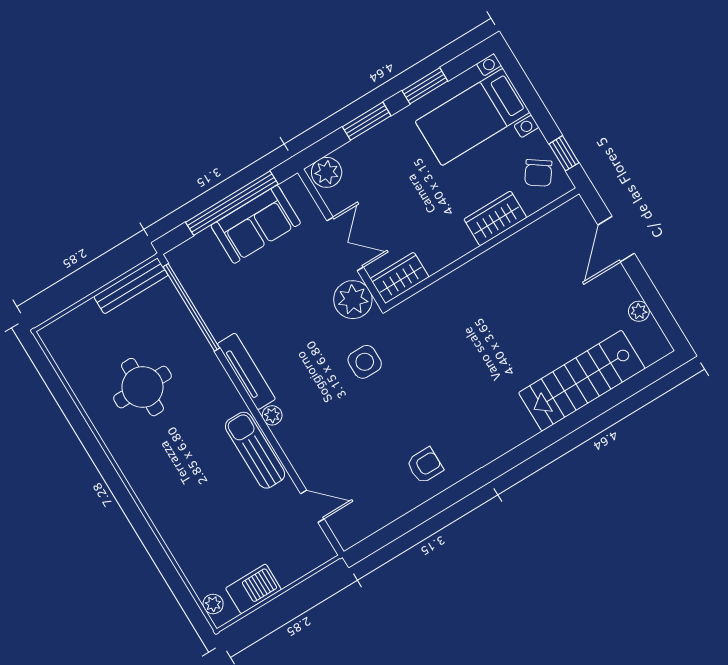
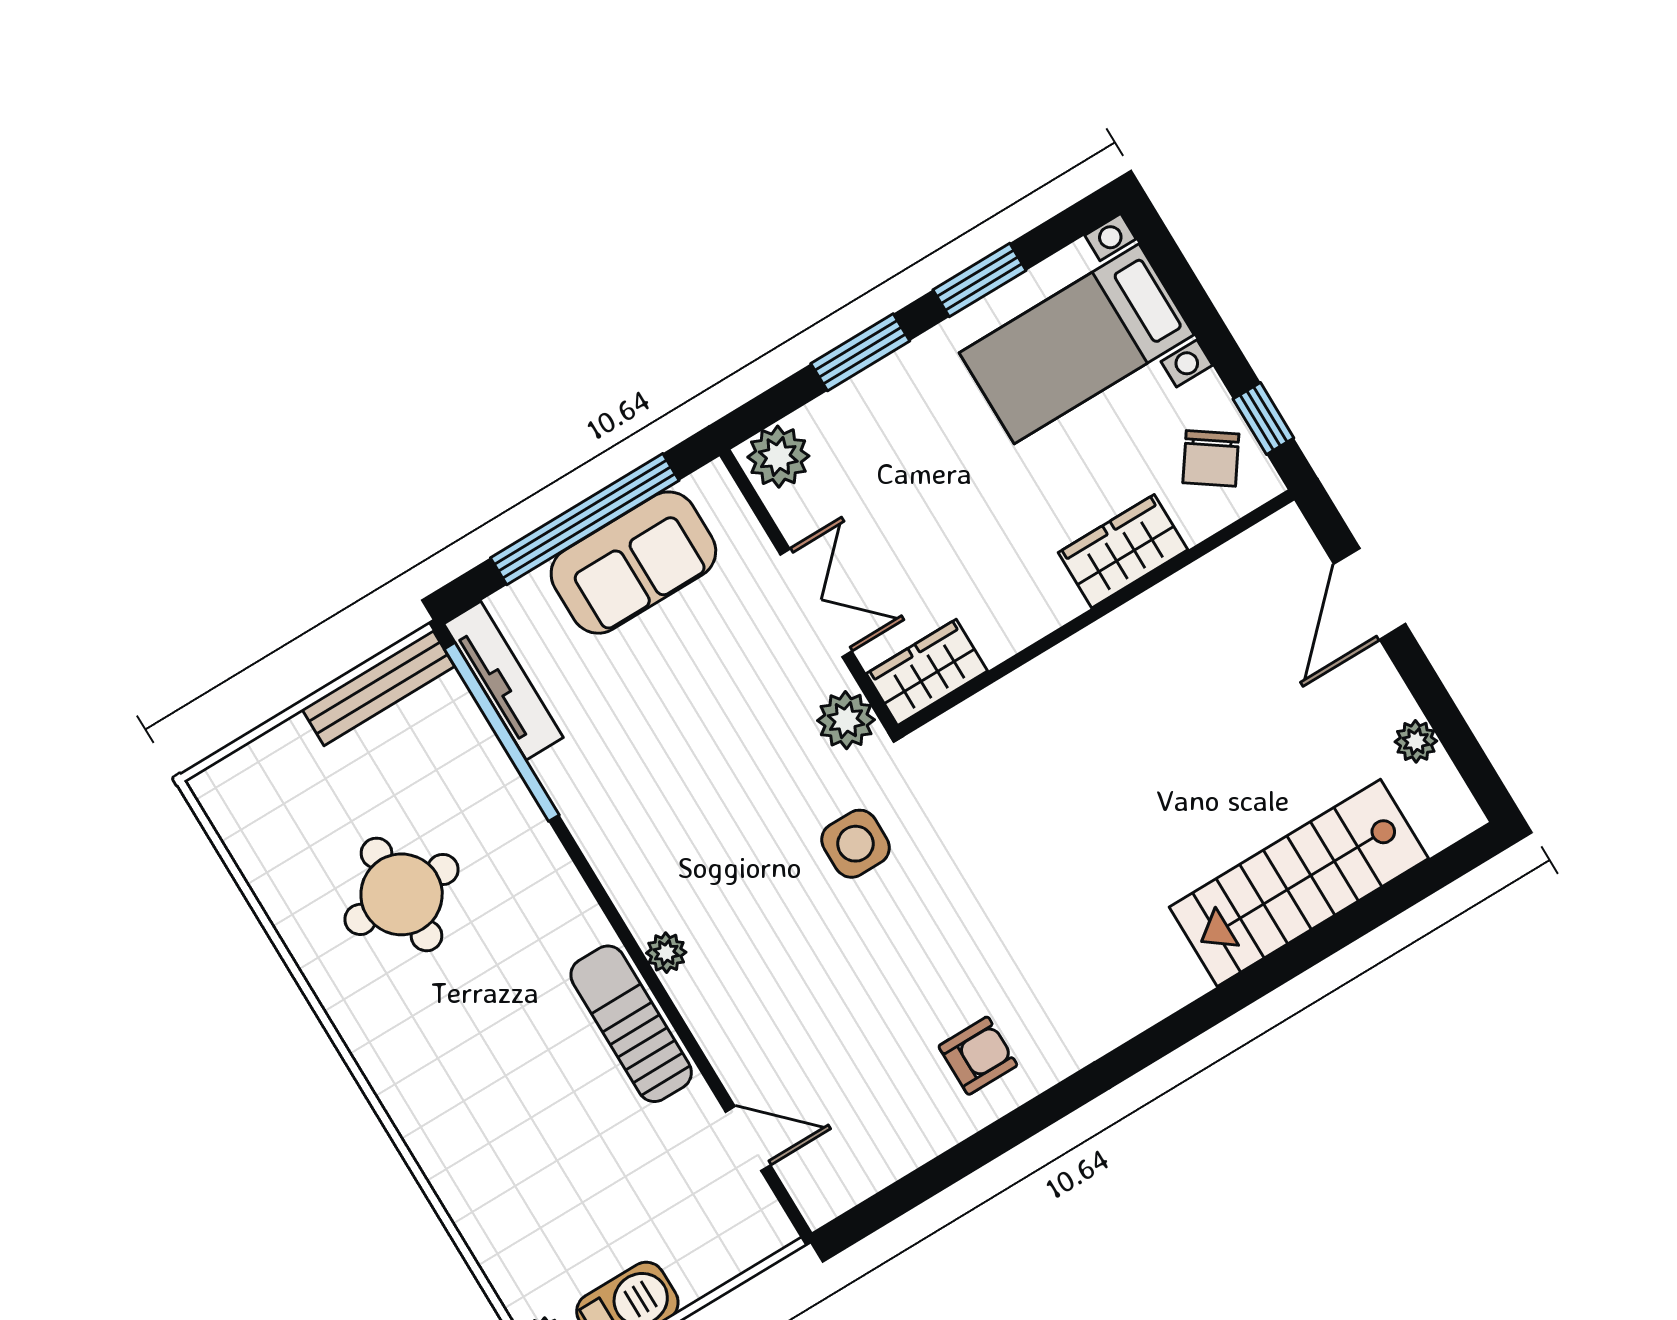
plant: (353, 300) -> (846, 720), width x0.73, depth x0.73
tv unit: (246, 371) -> (503, 681), moved

